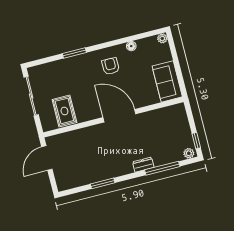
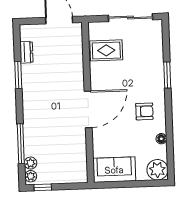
plant: (162, 38) -> (157, 170), width x1.88, depth x1.88
plant: (177, 156) -> (31, 163), added
dresser: (143, 165) -> (26, 52), moved

